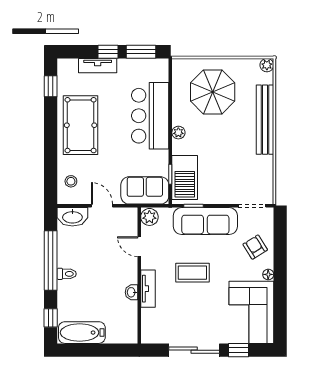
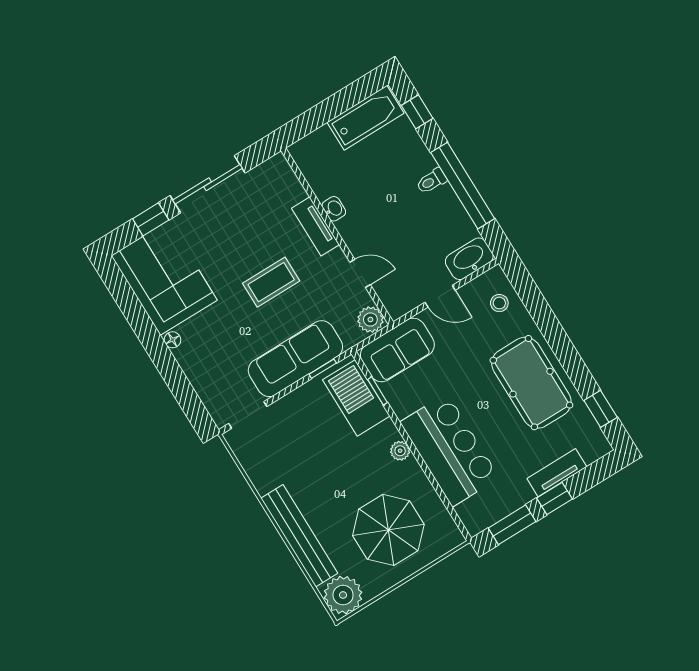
plant: (267, 65) -> (343, 595), width x1.87, depth x1.87
armchair: (255, 247) -> (211, 365), removed

